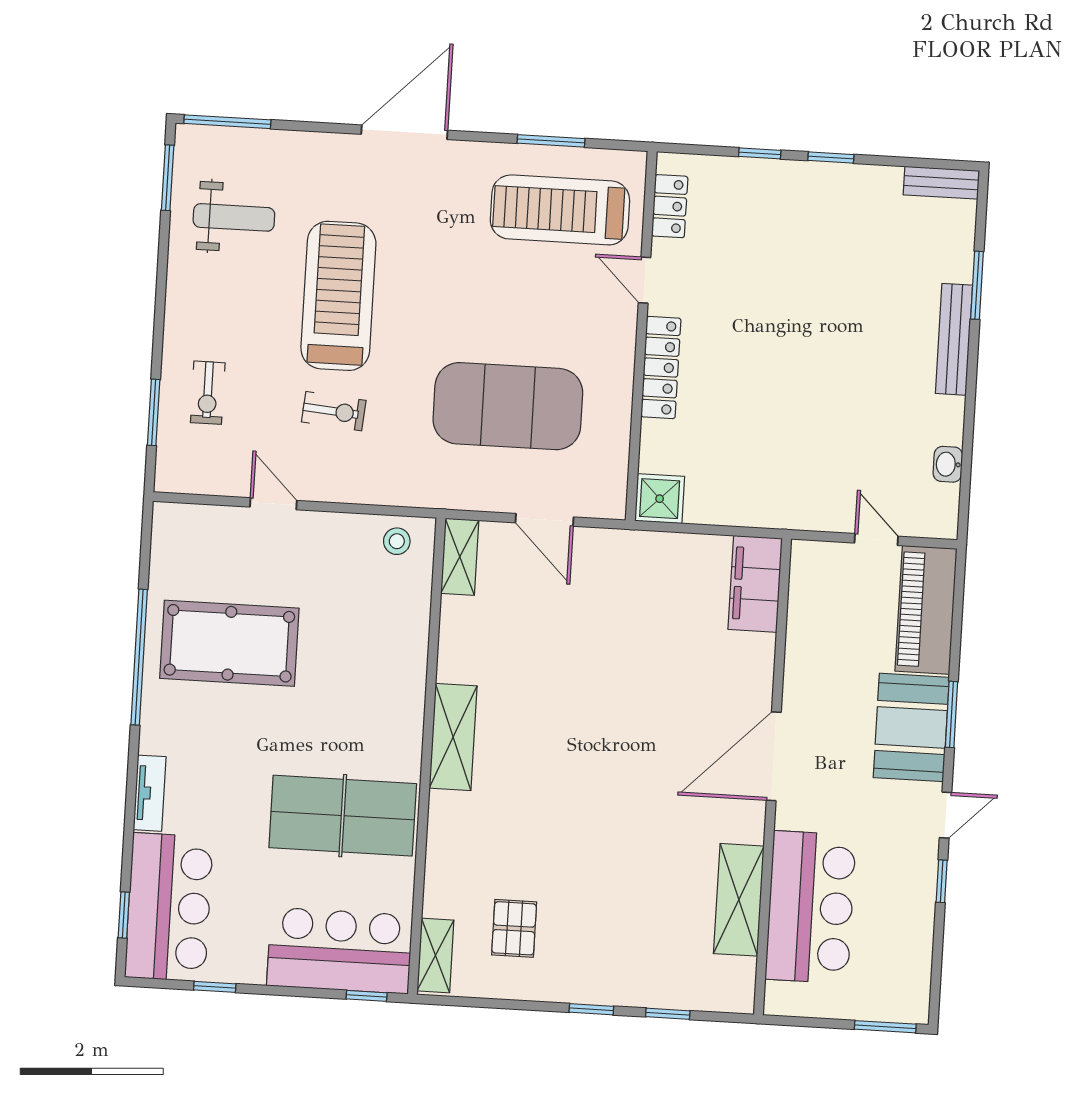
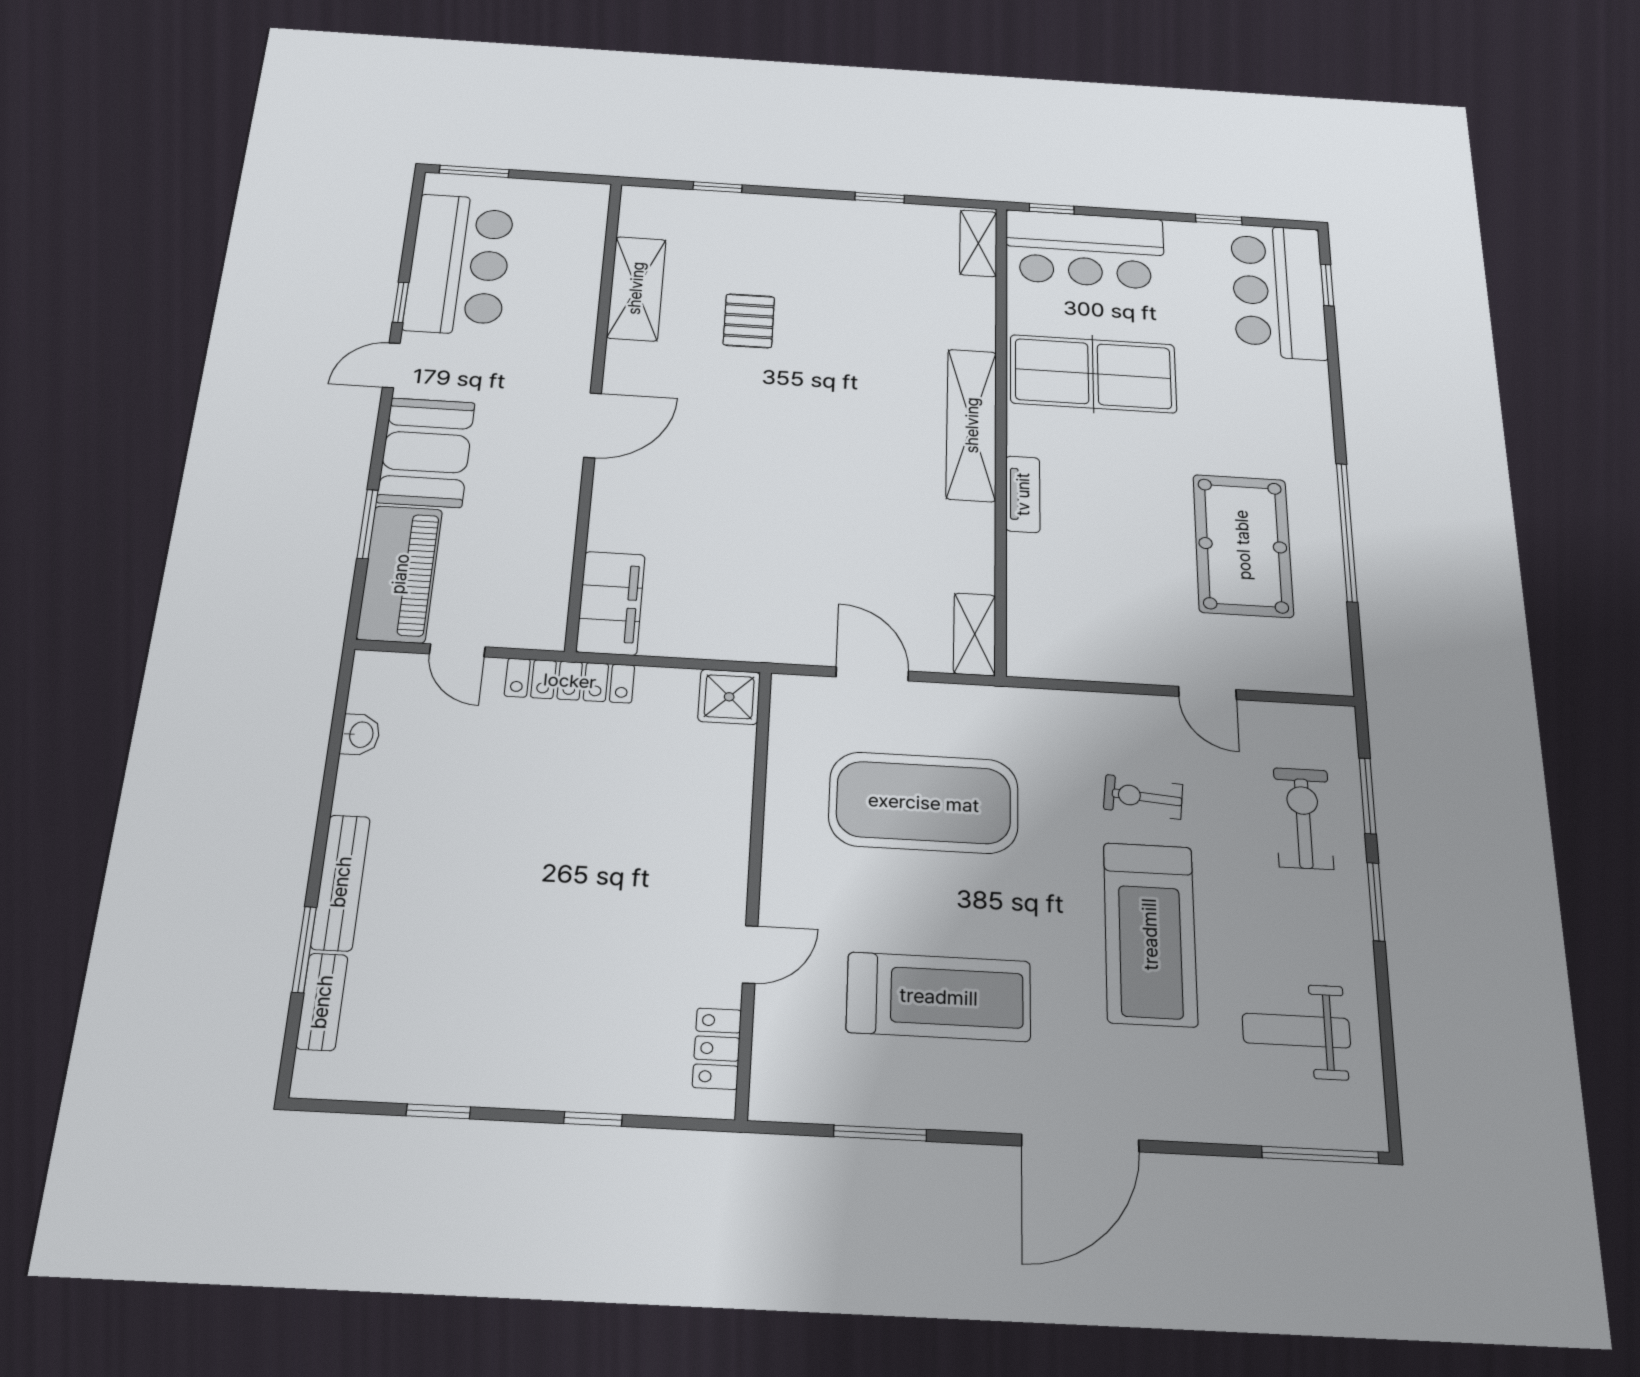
window: (831, 158) -> (438, 1111), moved
window: (168, 178) -> (1376, 902), moved
bench: (941, 183) -> (322, 1002), moved, turned 90
treadmill: (560, 210) -> (939, 997), moved
door: (645, 280) -> (750, 954), hinge flipped
locker: (661, 367) -> (570, 681), moved, turned -90
exercise bike: (208, 393) -> (1303, 818), width x1.38, depth x1.39
stool: (397, 541) -> (1053, 651), removed
pool table: (229, 643) -> (1243, 545), turned 90
window: (952, 714) -> (368, 524), moved
shelving: (453, 737) -> (972, 425), width x1.47
door: (774, 756) -> (593, 425), width x0.73
tv unit: (150, 793) -> (1023, 494), moved, turned 180
bar counter: (811, 907) -> (459, 264), moved, turned 180
pallet: (514, 928) -> (749, 321), moved
window: (591, 1009) -> (880, 198), moved

